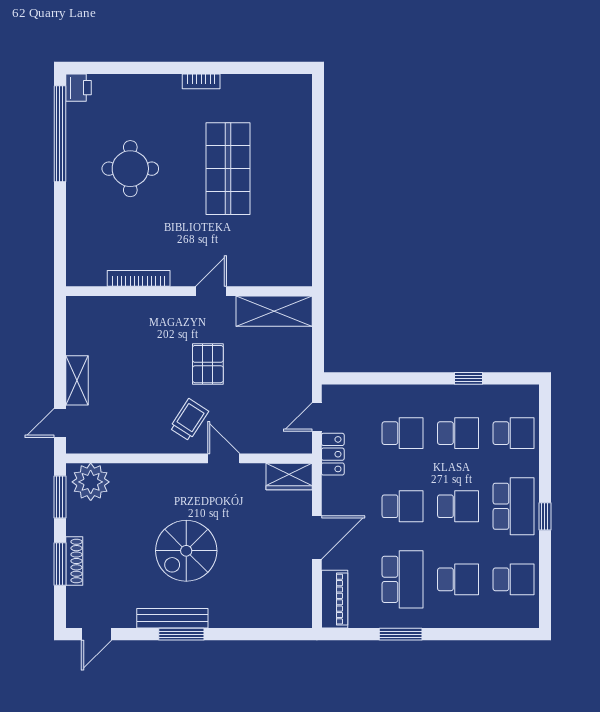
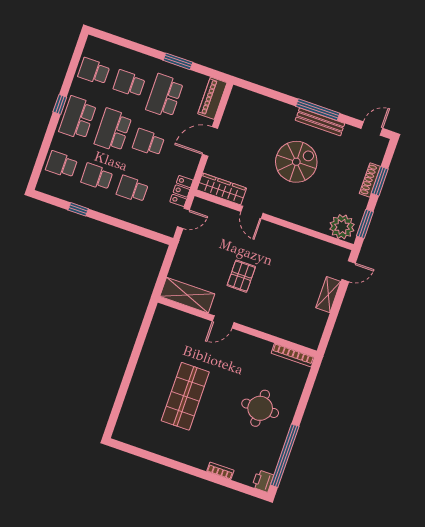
bookcase: (201, 81) -> (220, 471), moved
round table: (130, 169) -> (260, 408), moved
bookcase: (139, 278) -> (293, 355), moved
trolley: (189, 420) -> (265, 245), removed
wardrobe: (289, 477) -> (222, 189), width x1.50
school desk: (458, 506) -> (113, 130), width x1.85
window: (181, 634) -> (318, 110), width x1.44

